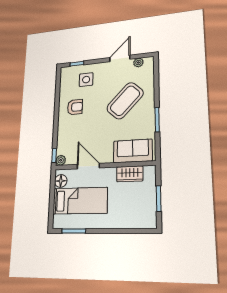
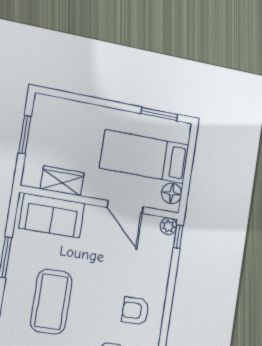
coffee table: (125, 101) -> (51, 302), turned -43

